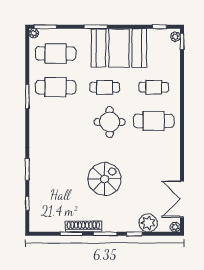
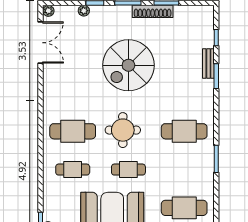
cafe table: (56, 87) -> (184, 131), moved
spiral stairs: (105, 179) -> (128, 65), width x1.37, depth x1.37
bench: (34, 181) -> (208, 63), added
plant: (148, 223) -> (84, 11), width x0.53, depth x0.53

